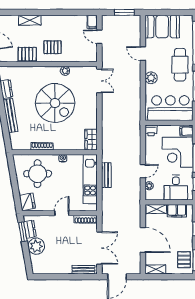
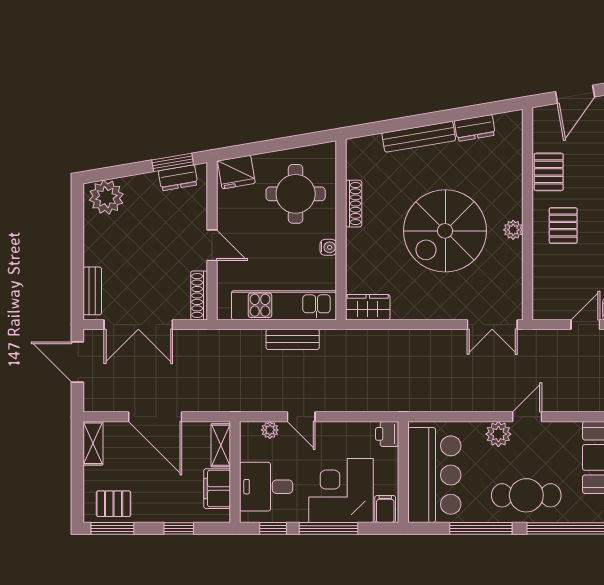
door: (143, 54) -> (527, 417), moved
plant: (65, 71) -> (513, 230), moved
door: (143, 240) -> (155, 417), hinge flipped
plant: (36, 246) -> (106, 197), moved

